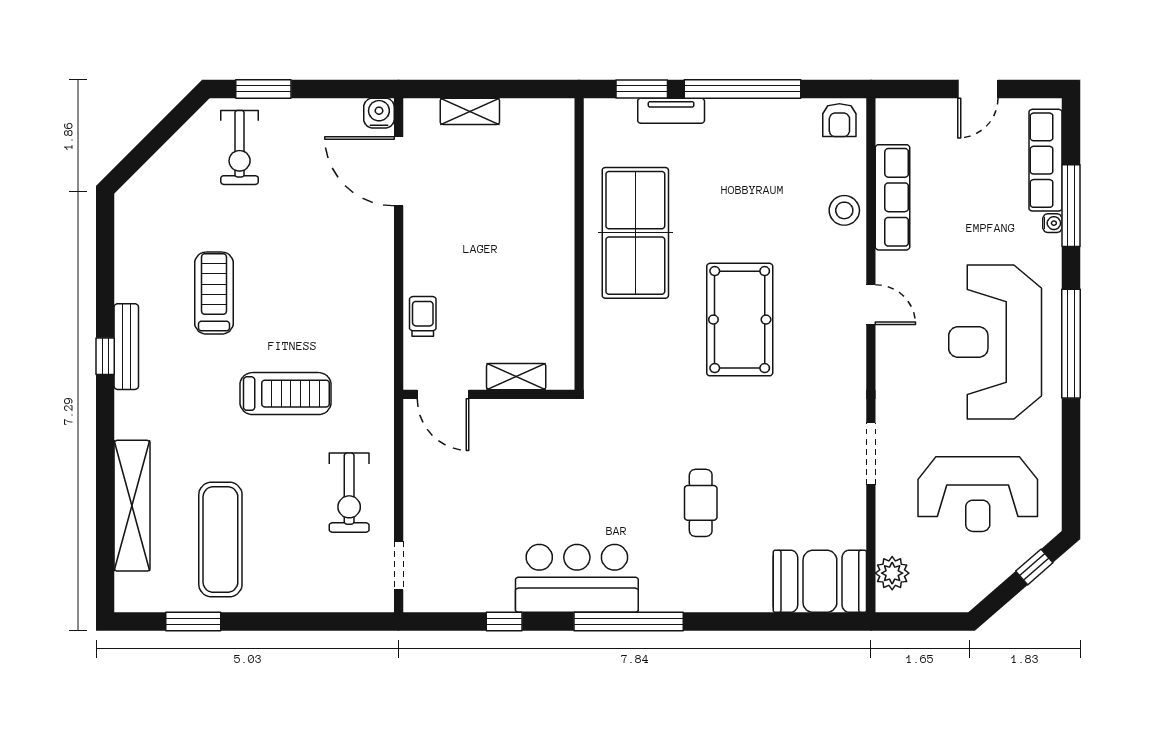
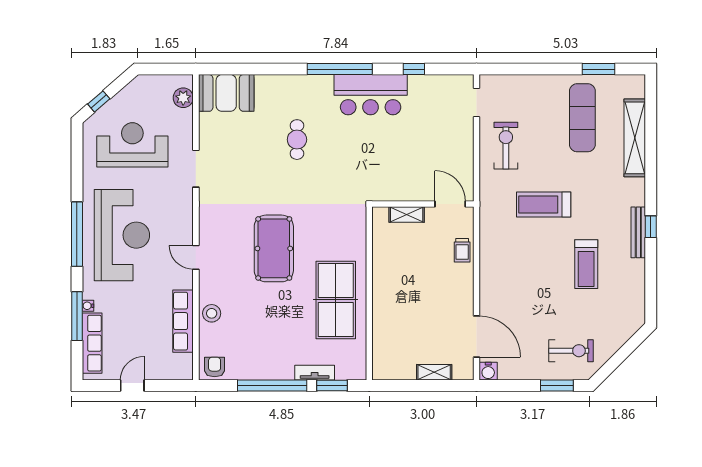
exercise bike: (240, 147) -> (571, 351), turned 90

